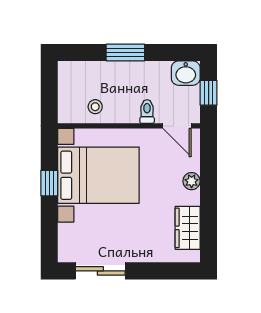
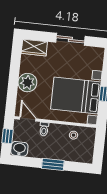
plant: (192, 181) -> (27, 83), width x1.87, depth x1.87
wardrobe: (188, 228) -> (34, 48), moved, turned 90
sliding door: (100, 271) -> (70, 39), moved

